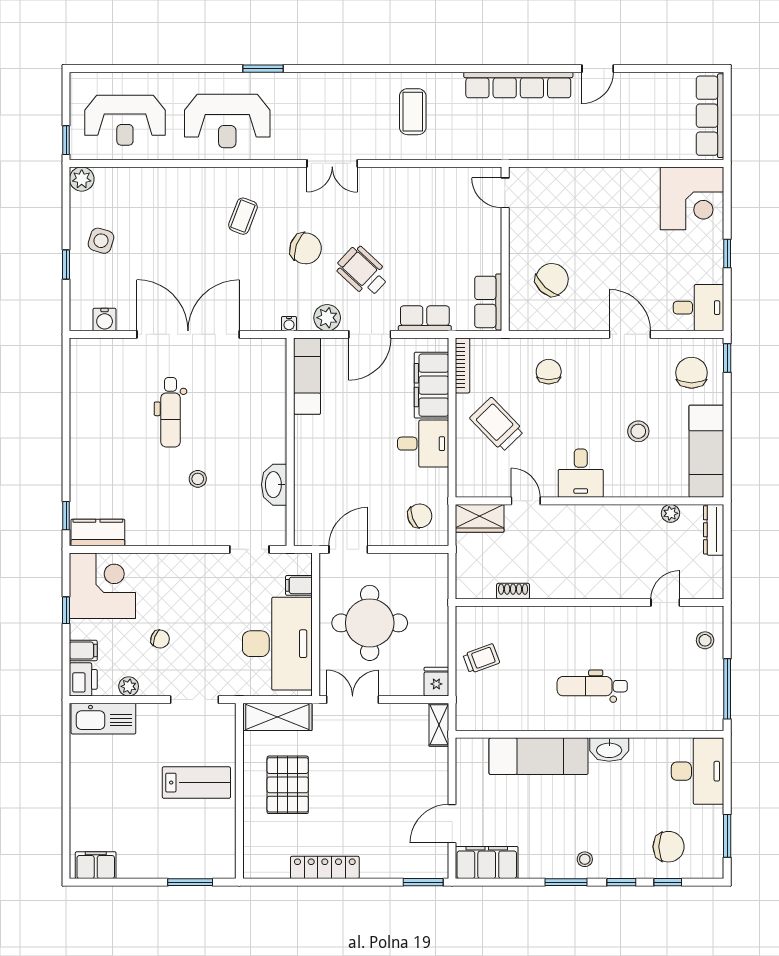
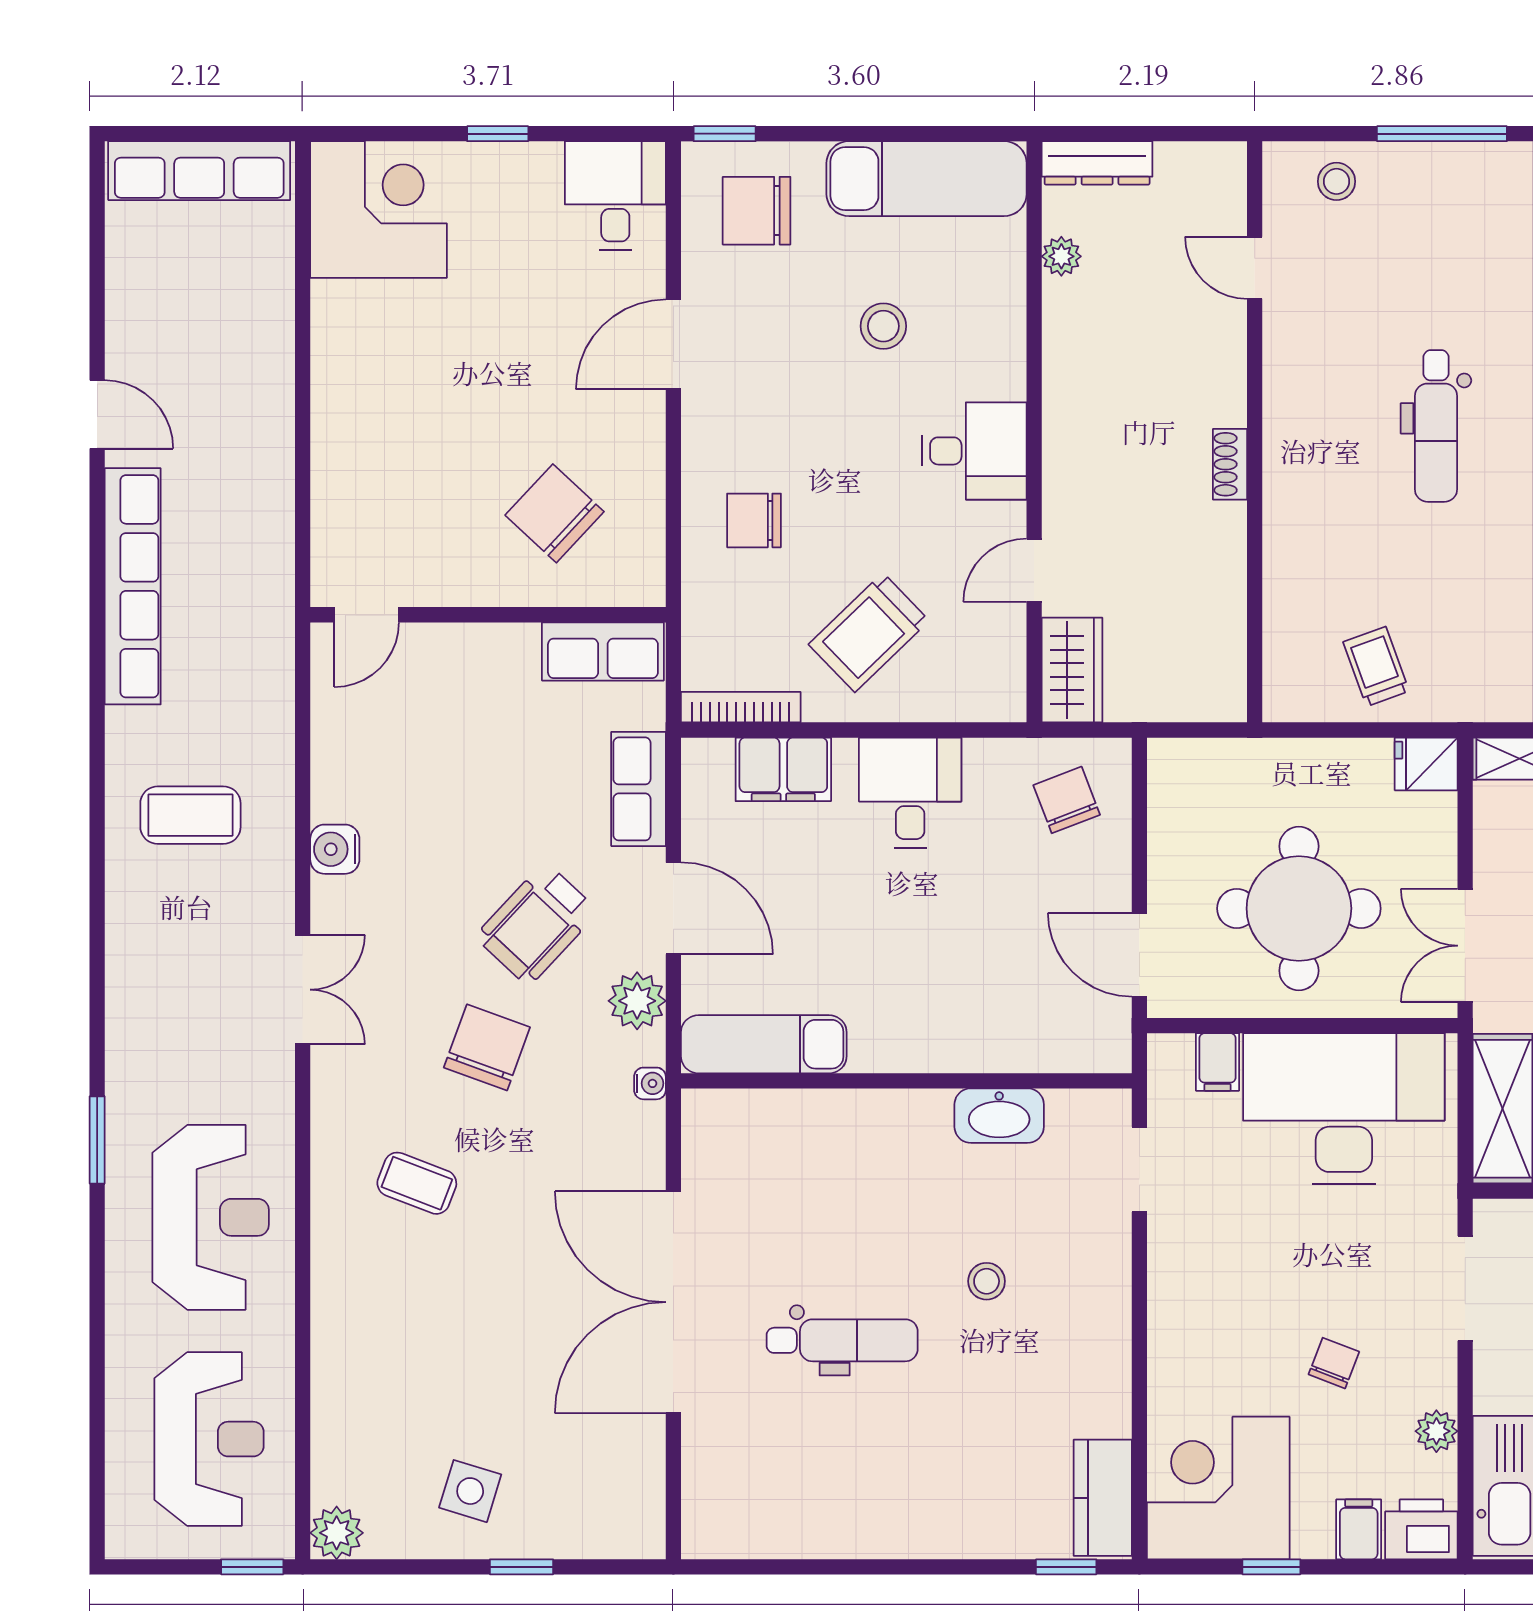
water cooler: (105, 320) -> (335, 849), moved, turned 180
filing cabinet: (431, 385) -> (783, 769), width x0.67, depth x0.86
shoe rack: (513, 591) -> (1230, 464), moved

